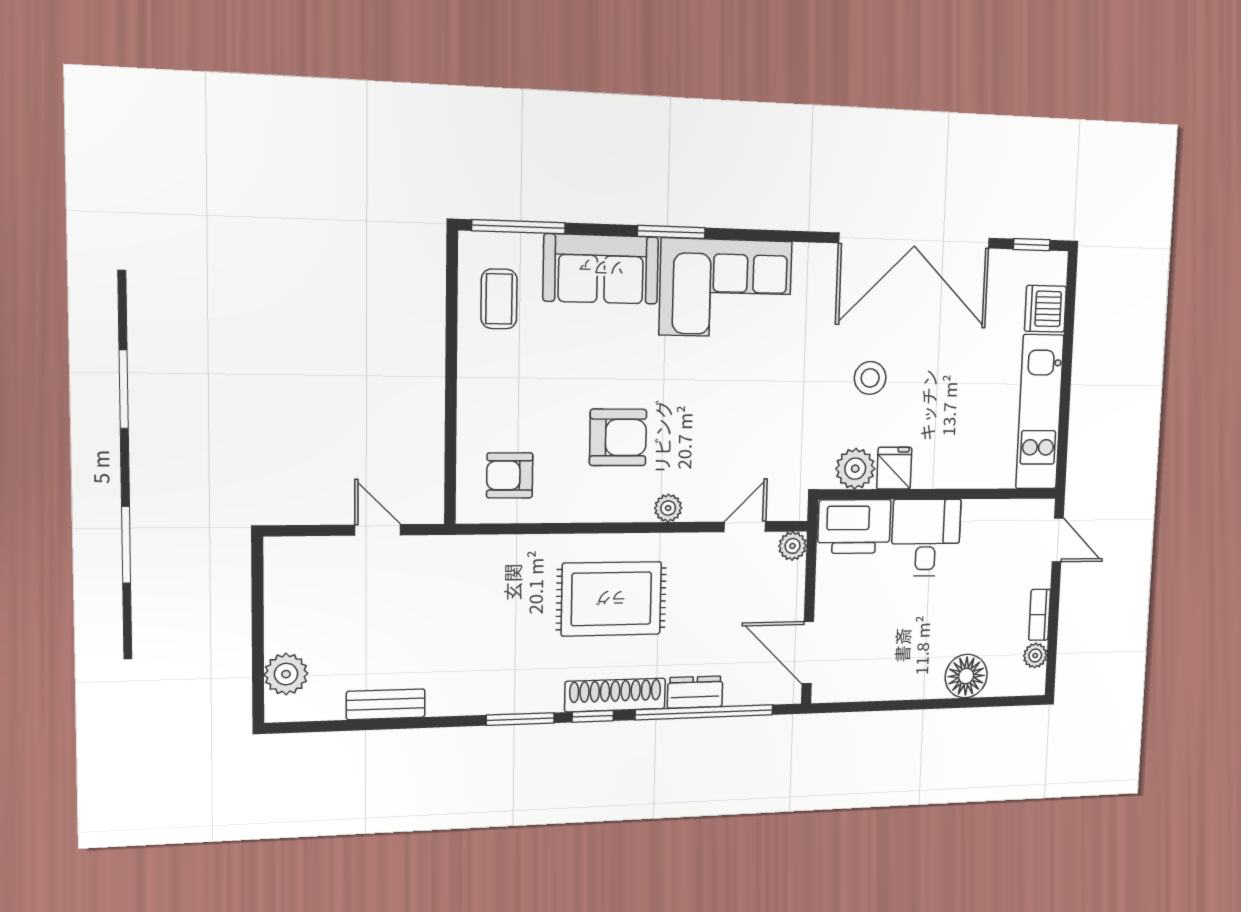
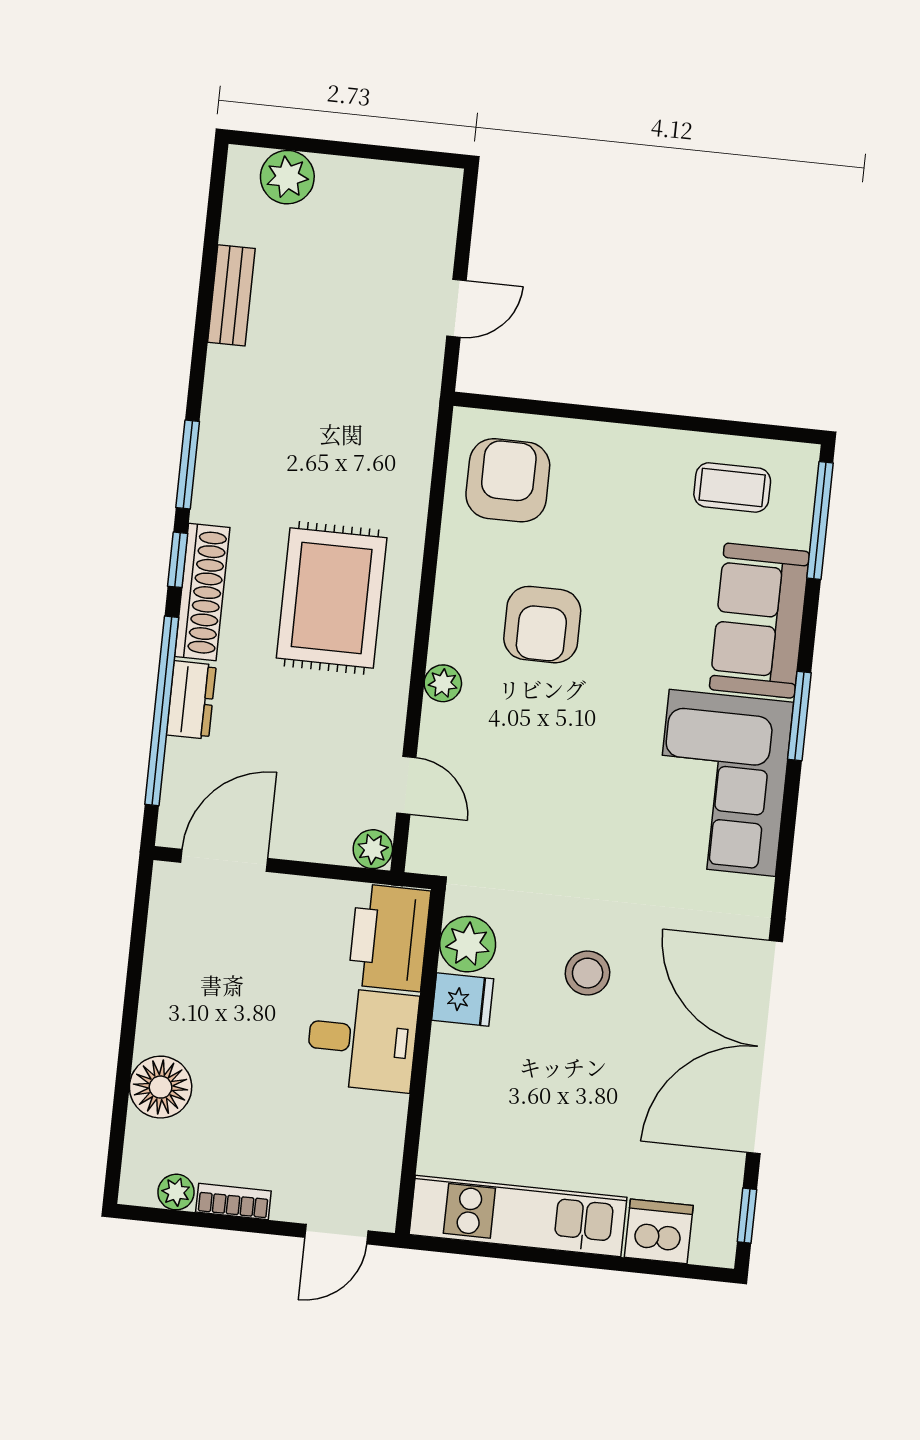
armchair: (510, 475) -> (508, 480), width x1.38, depth x1.38

